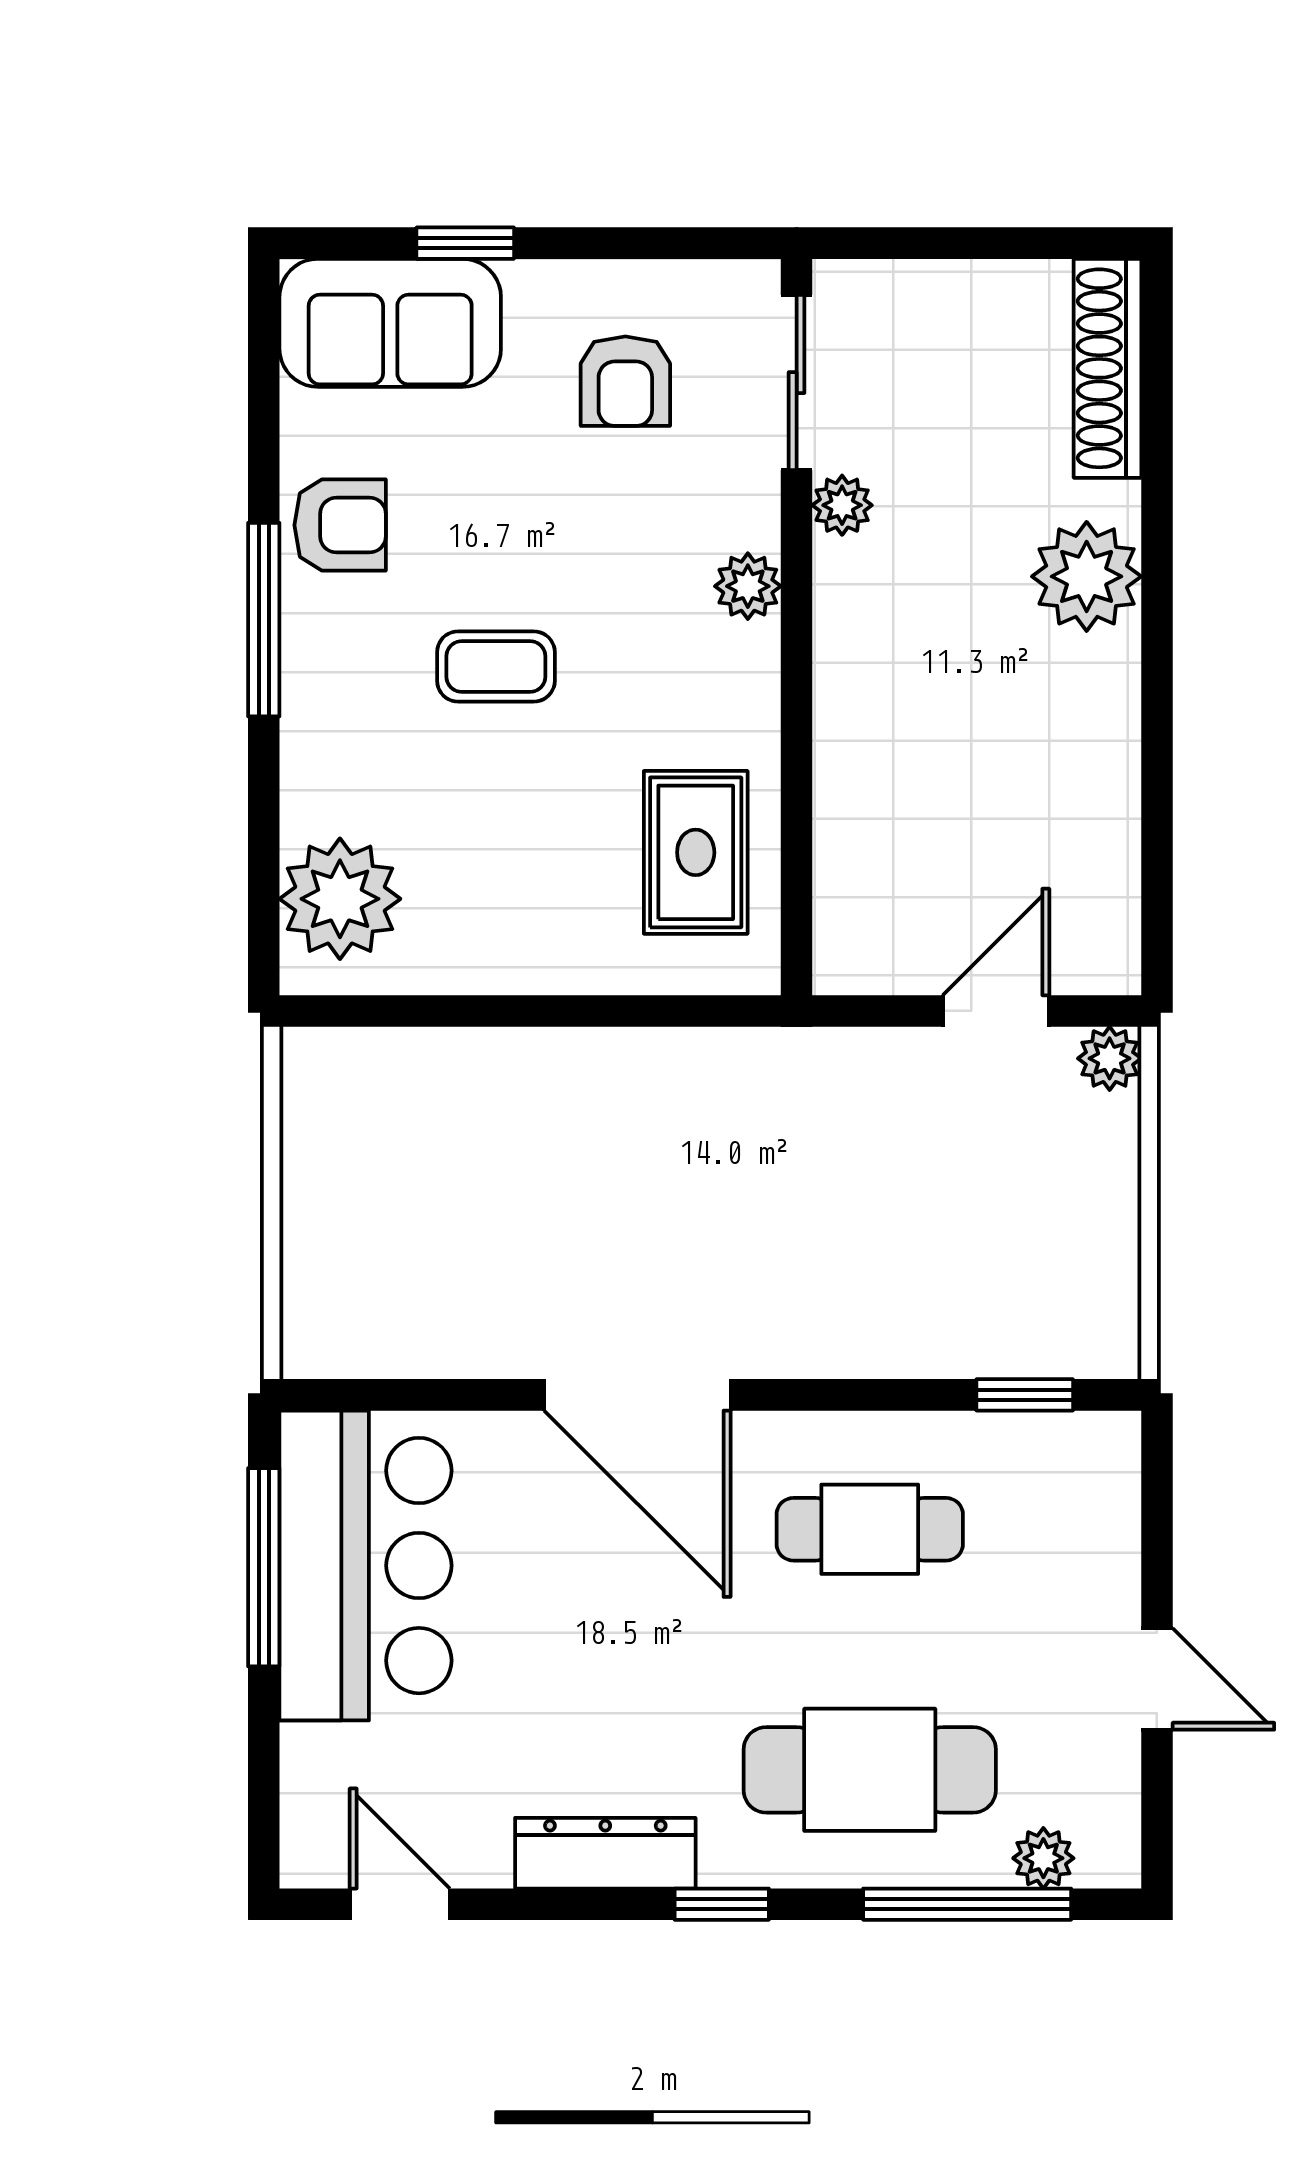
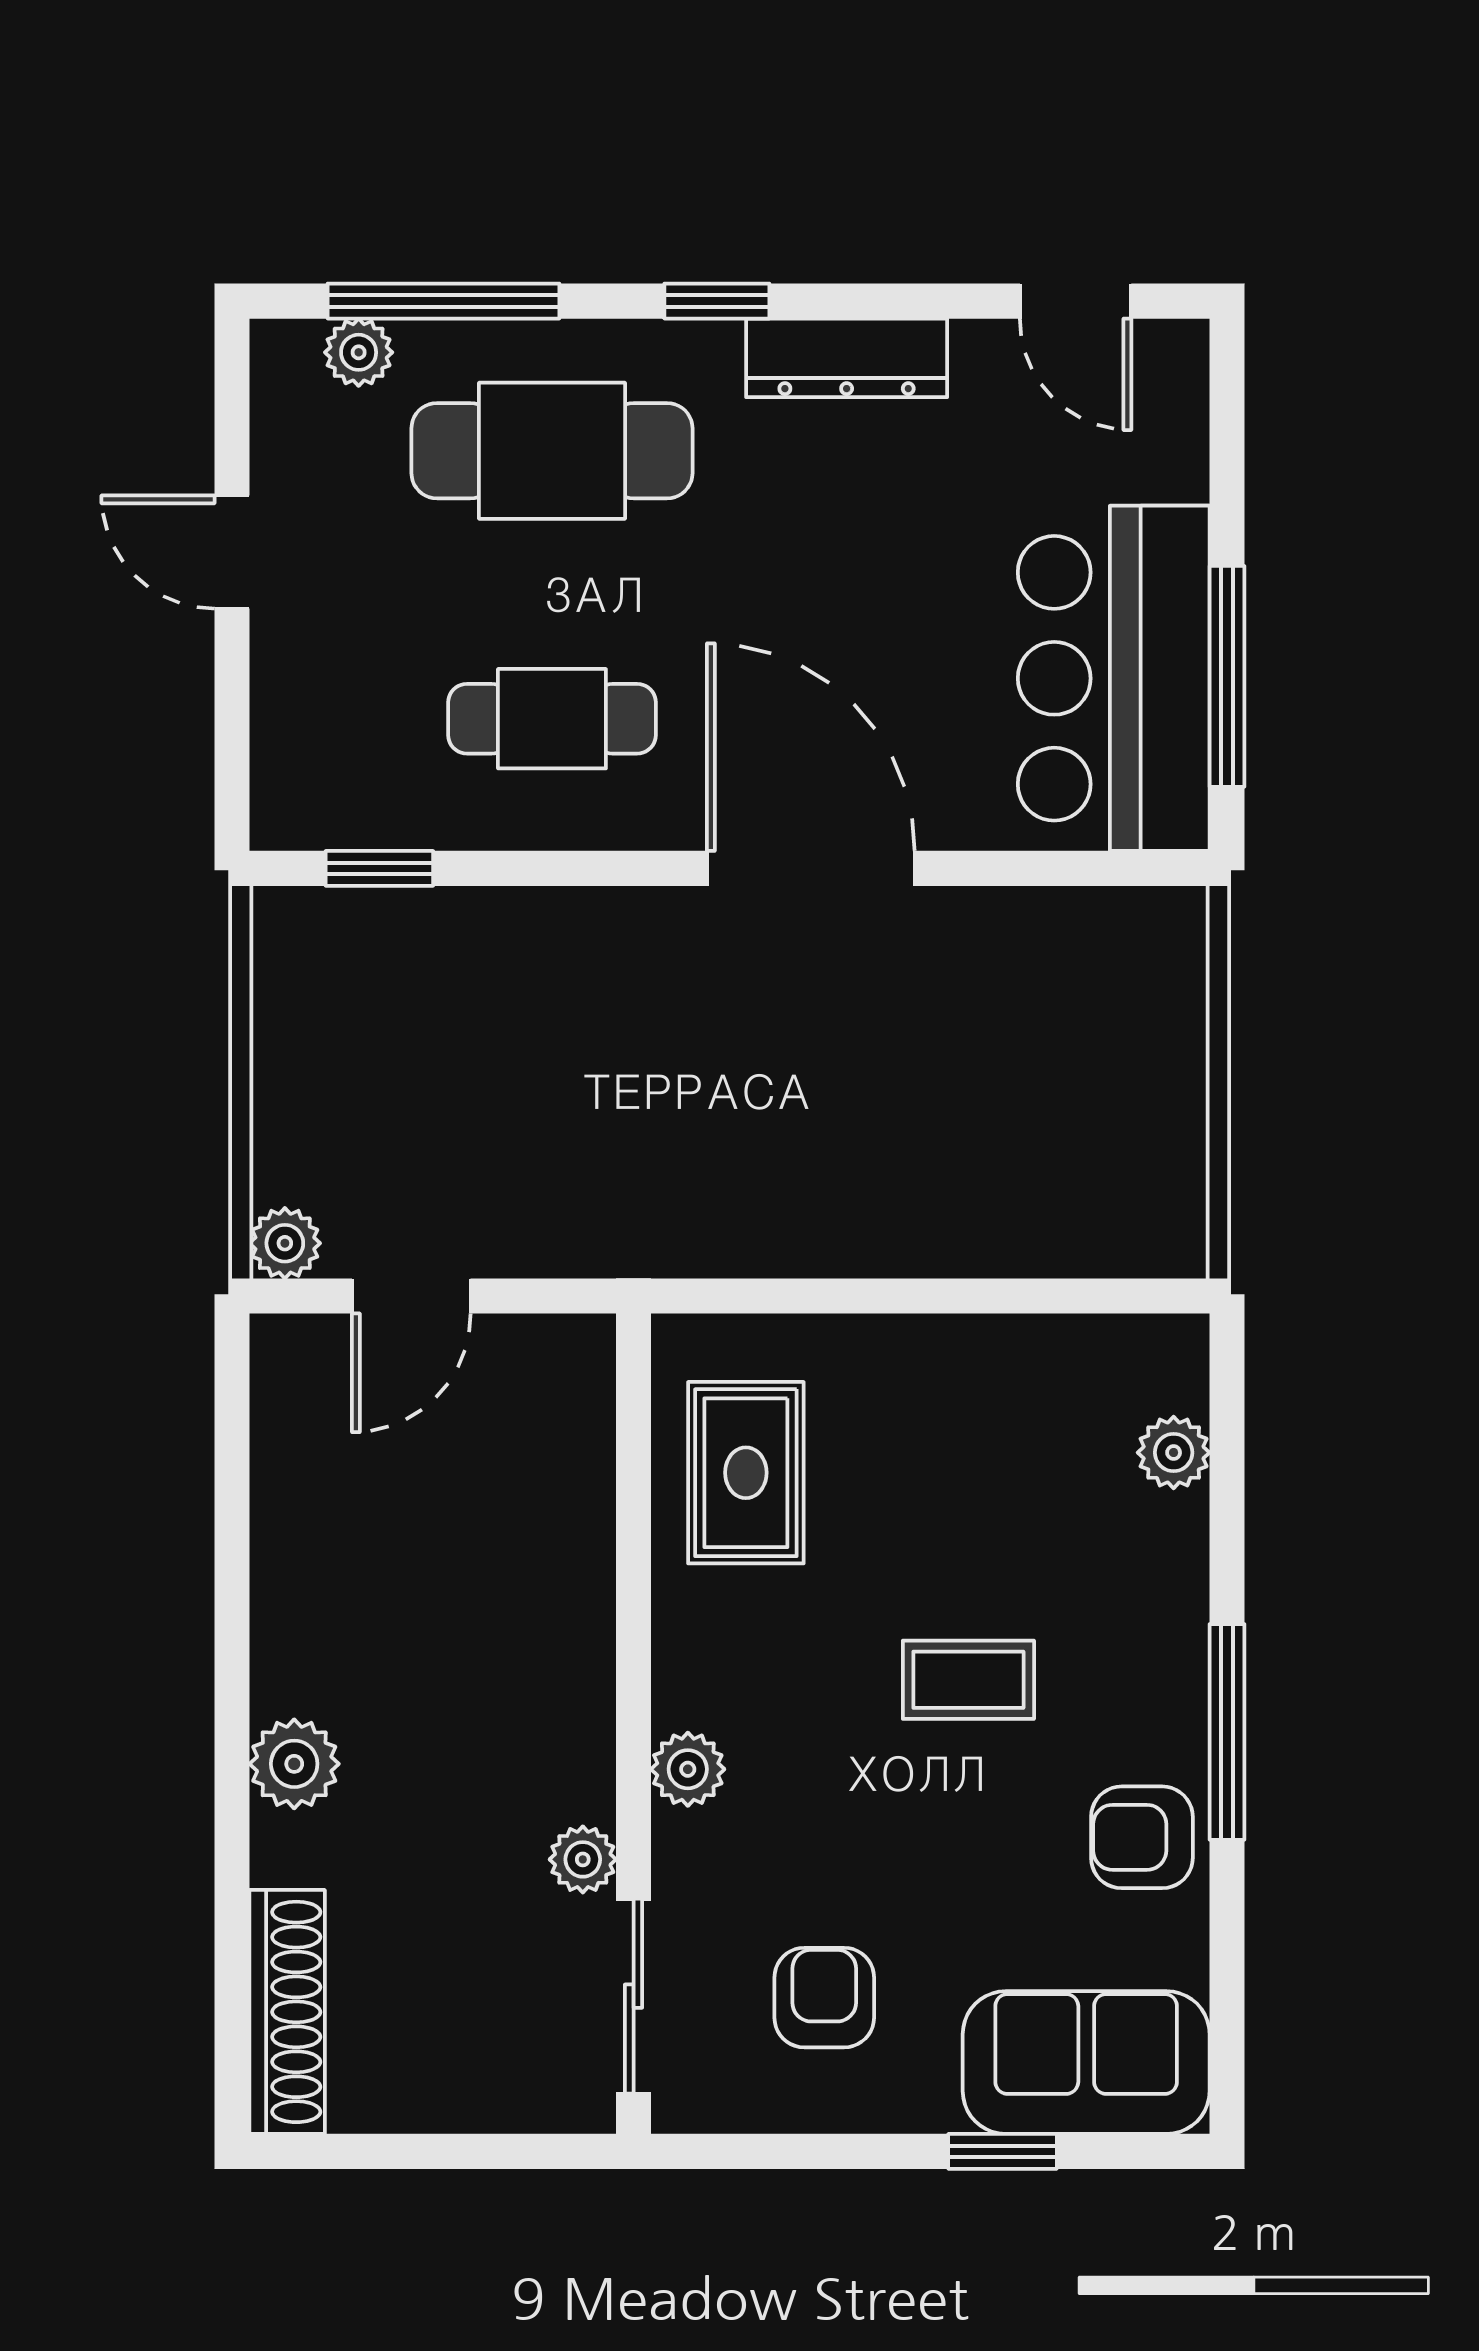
plant: (1087, 576) -> (294, 1764), width x0.73, depth x0.73
plant: (340, 899) -> (1174, 1453), width x0.53, depth x0.53

